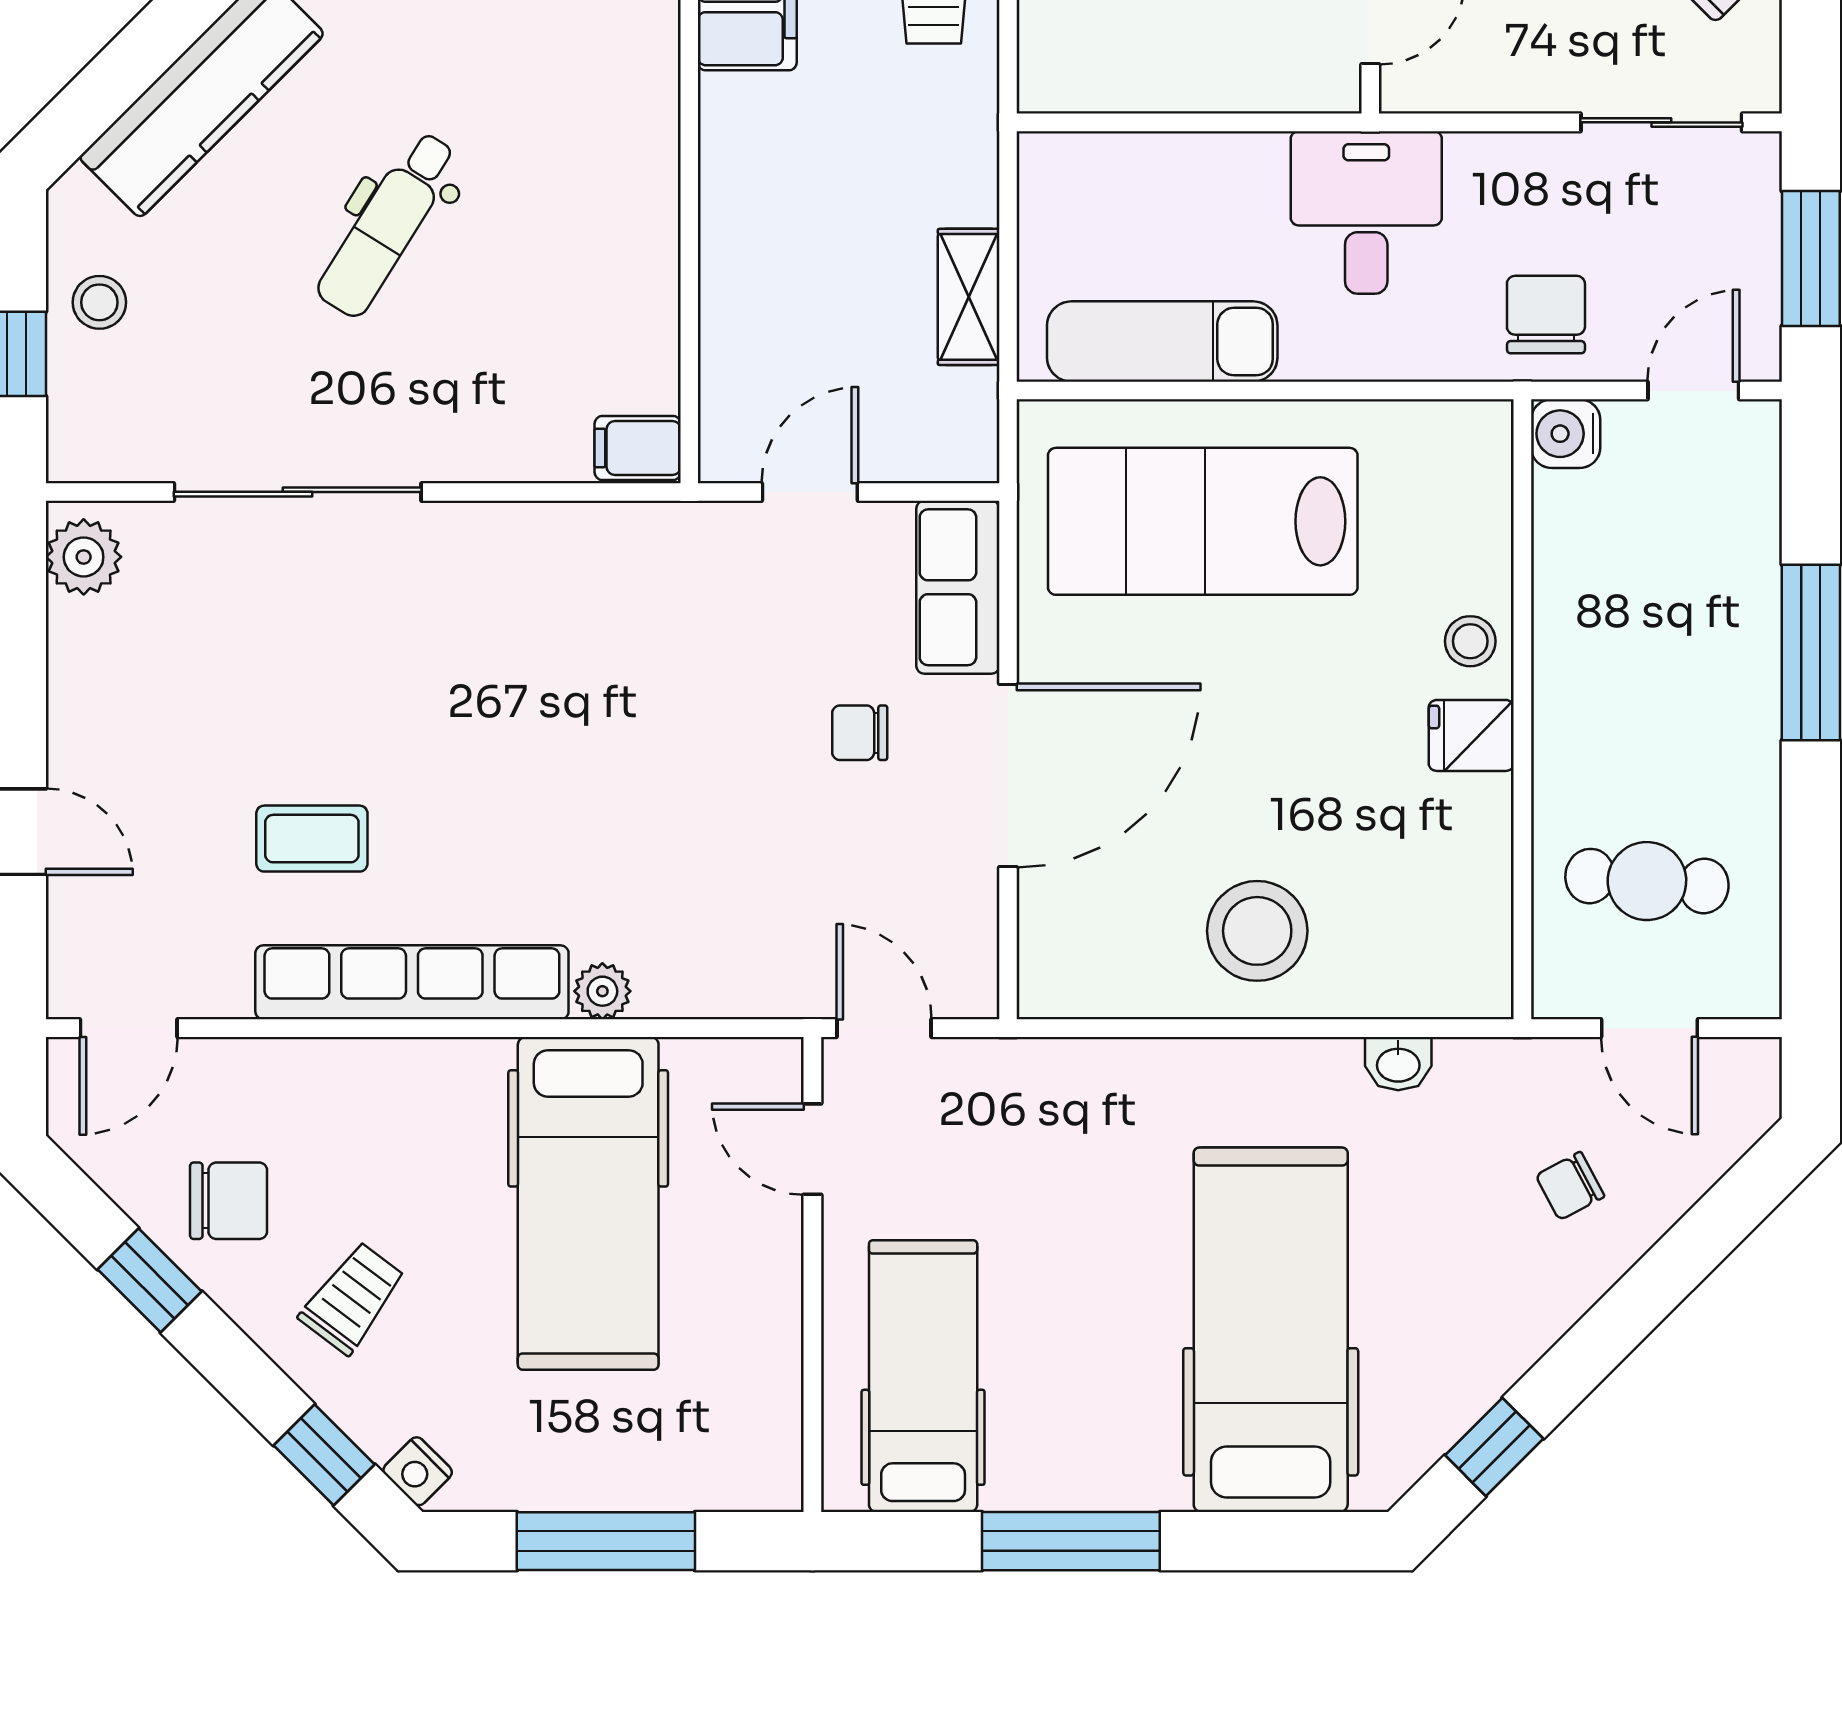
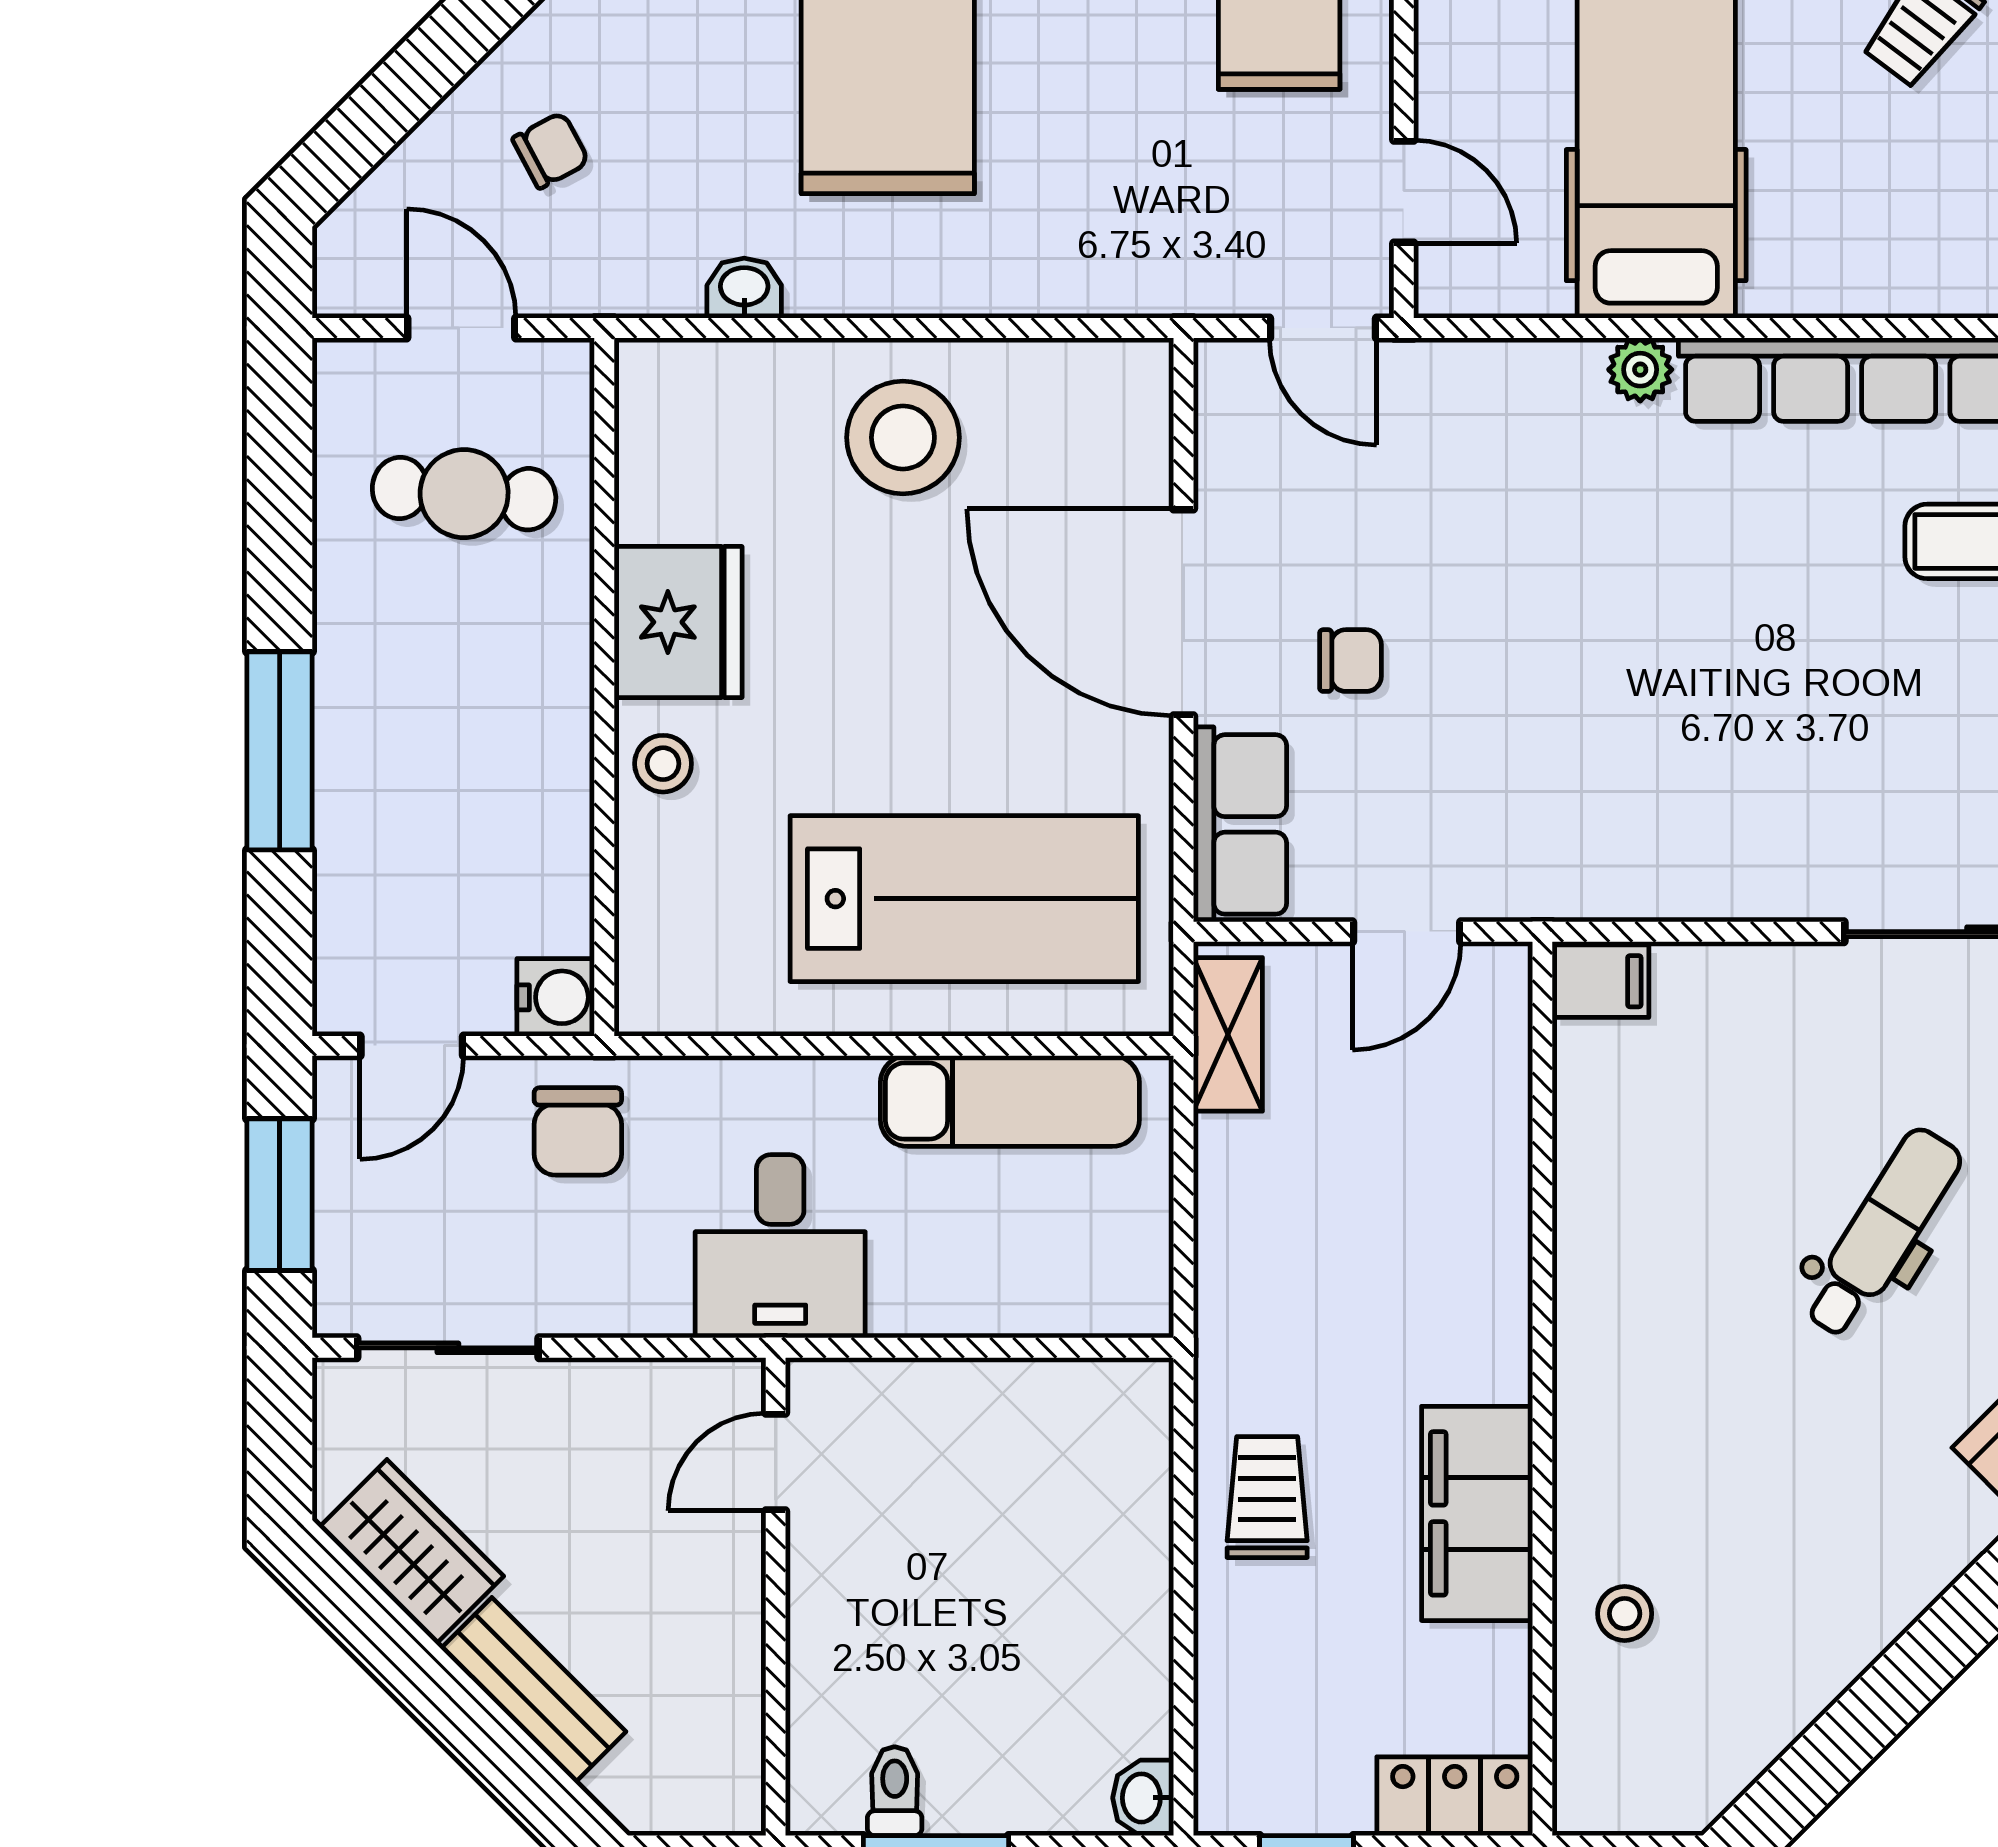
shelving: (969, 297) -> (1228, 1034), moved
fridge: (1471, 735) -> (678, 622), width x1.88, depth x1.34
door: (1008, 776) -> (1183, 612), hinge flipped

